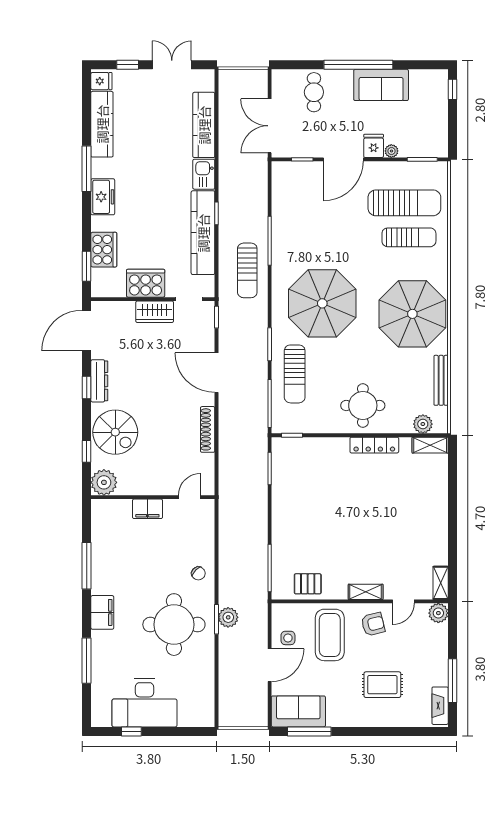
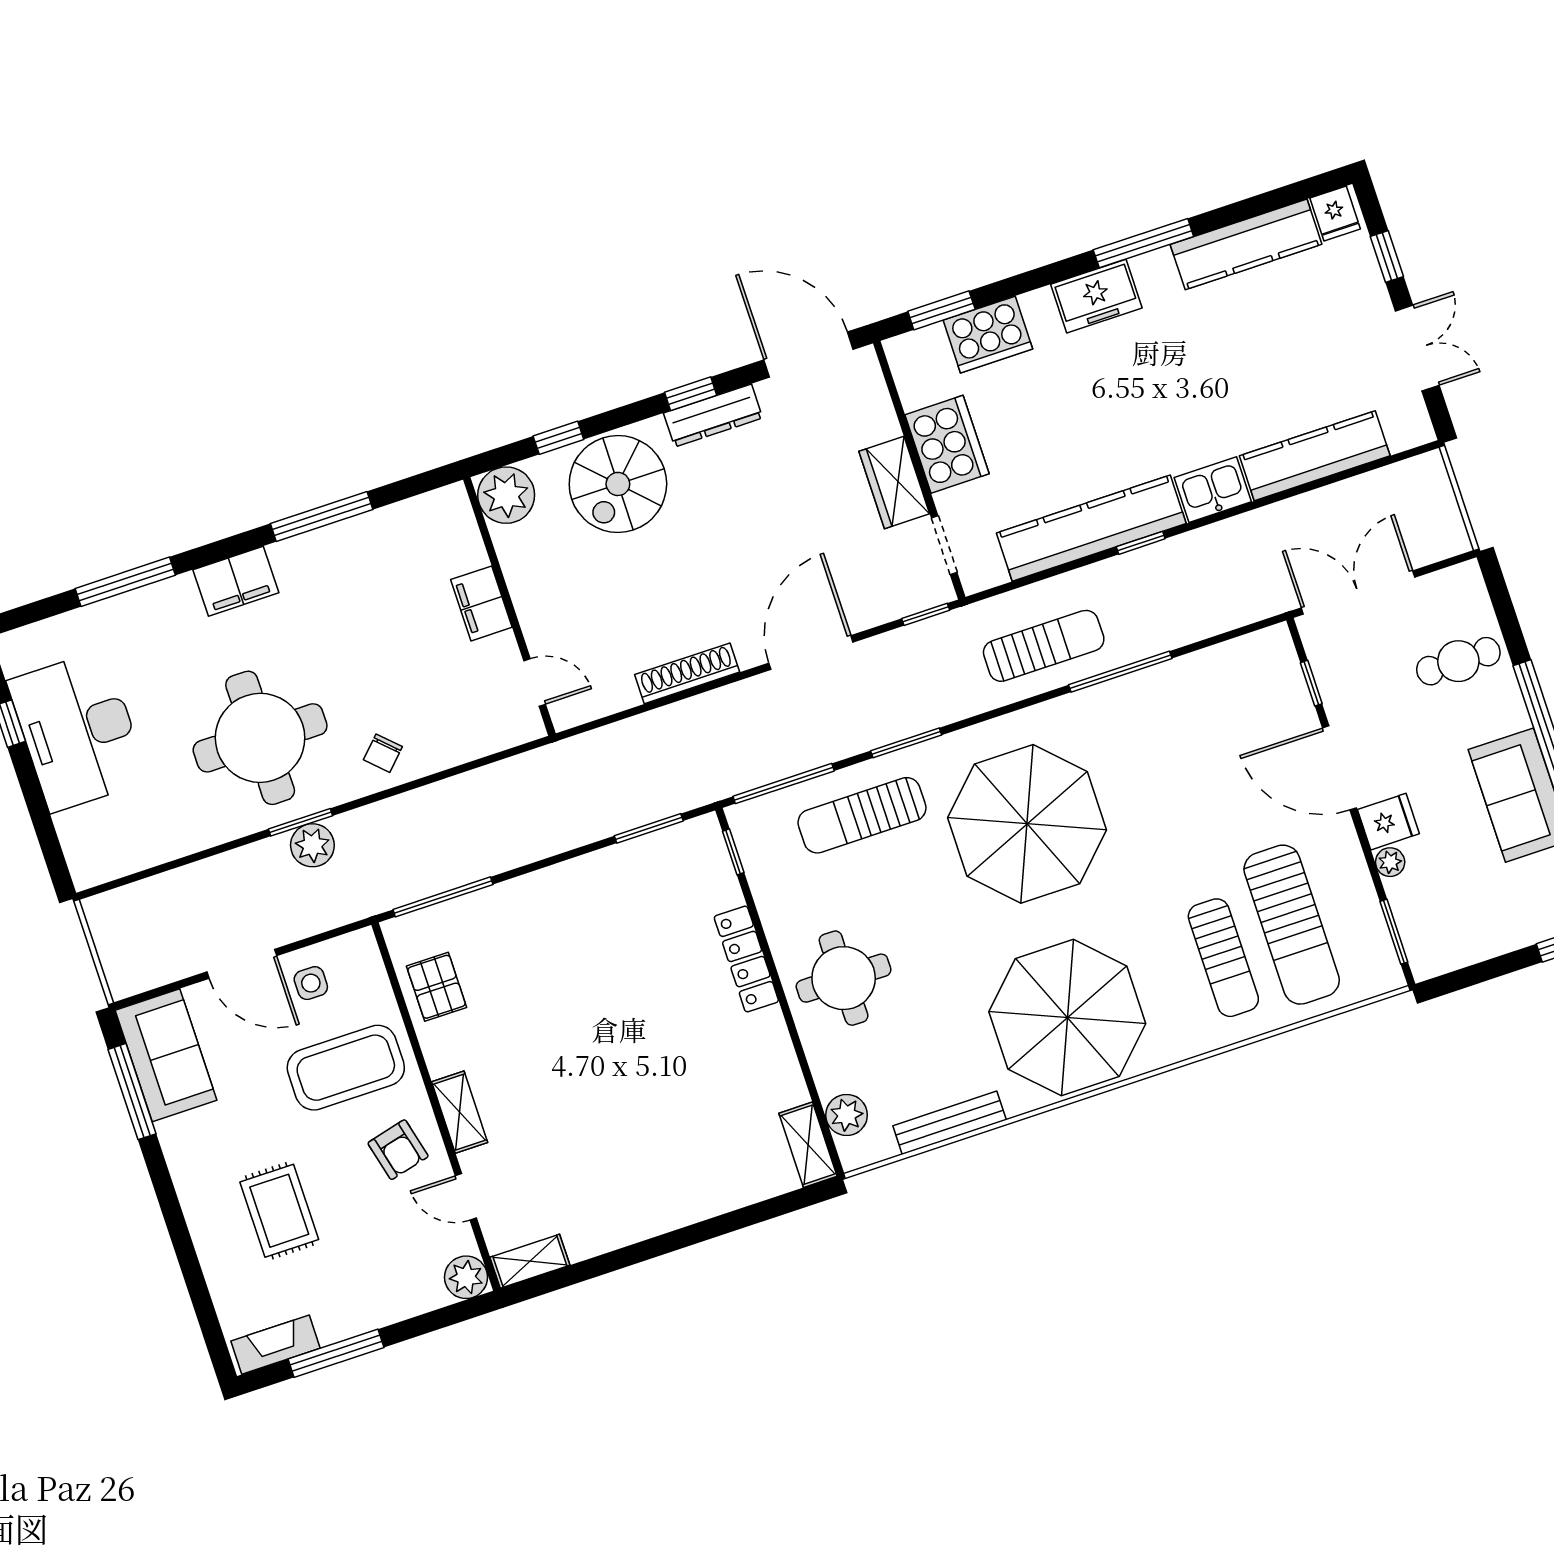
sun lounger: (247, 270) -> (1044, 646), turned 180
locker: (374, 445) -> (746, 959), moved

